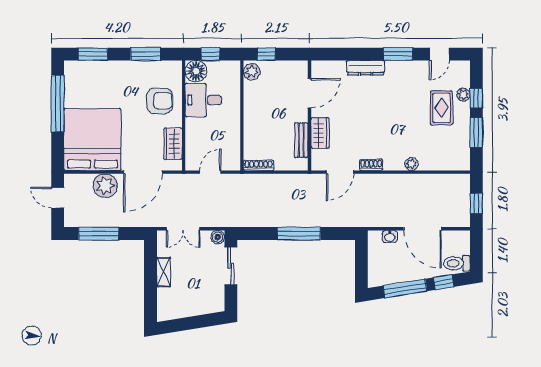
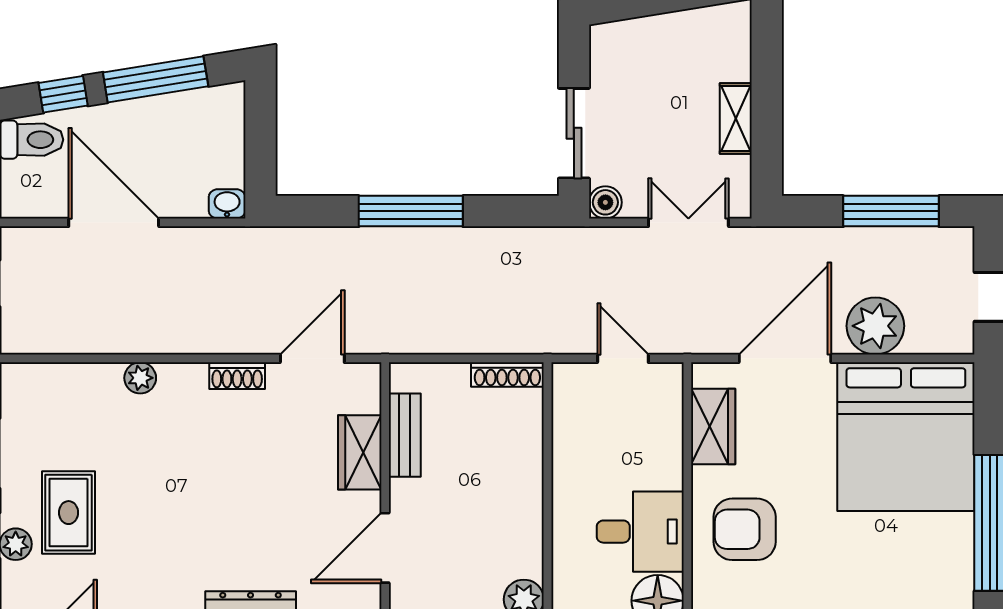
door: (210, 172) -> (623, 358), swing flipped
washbasin: (390, 236) -> (227, 204), moved

